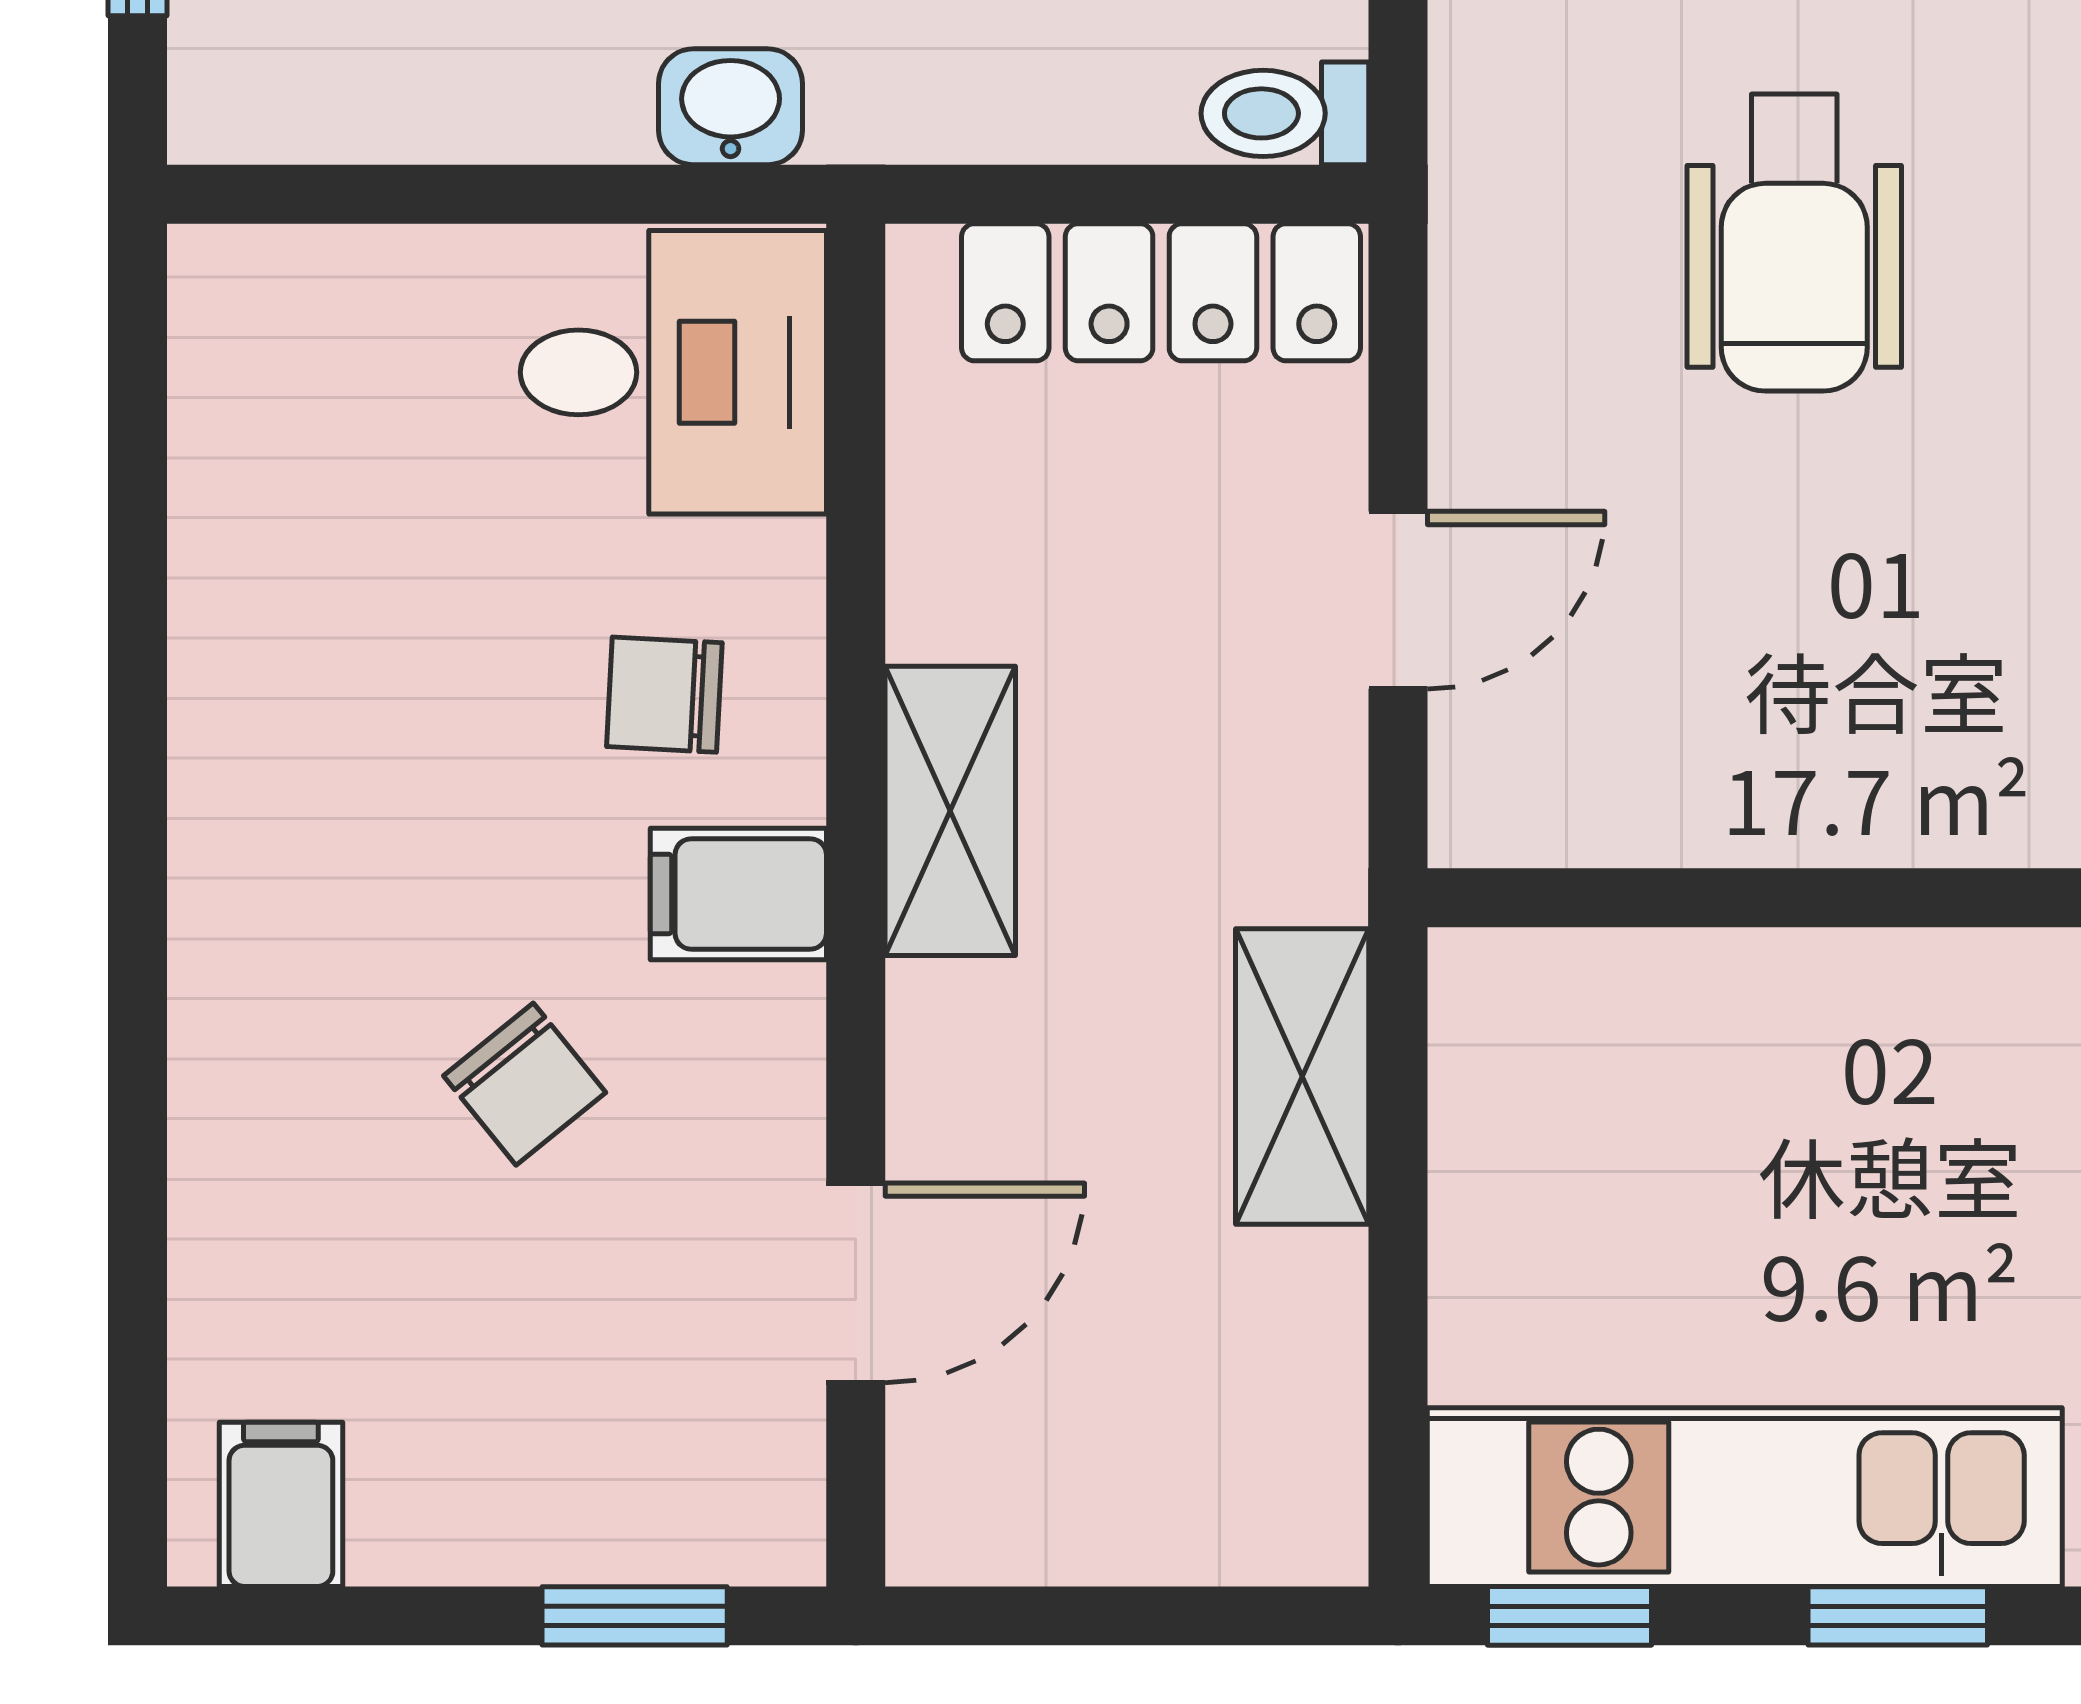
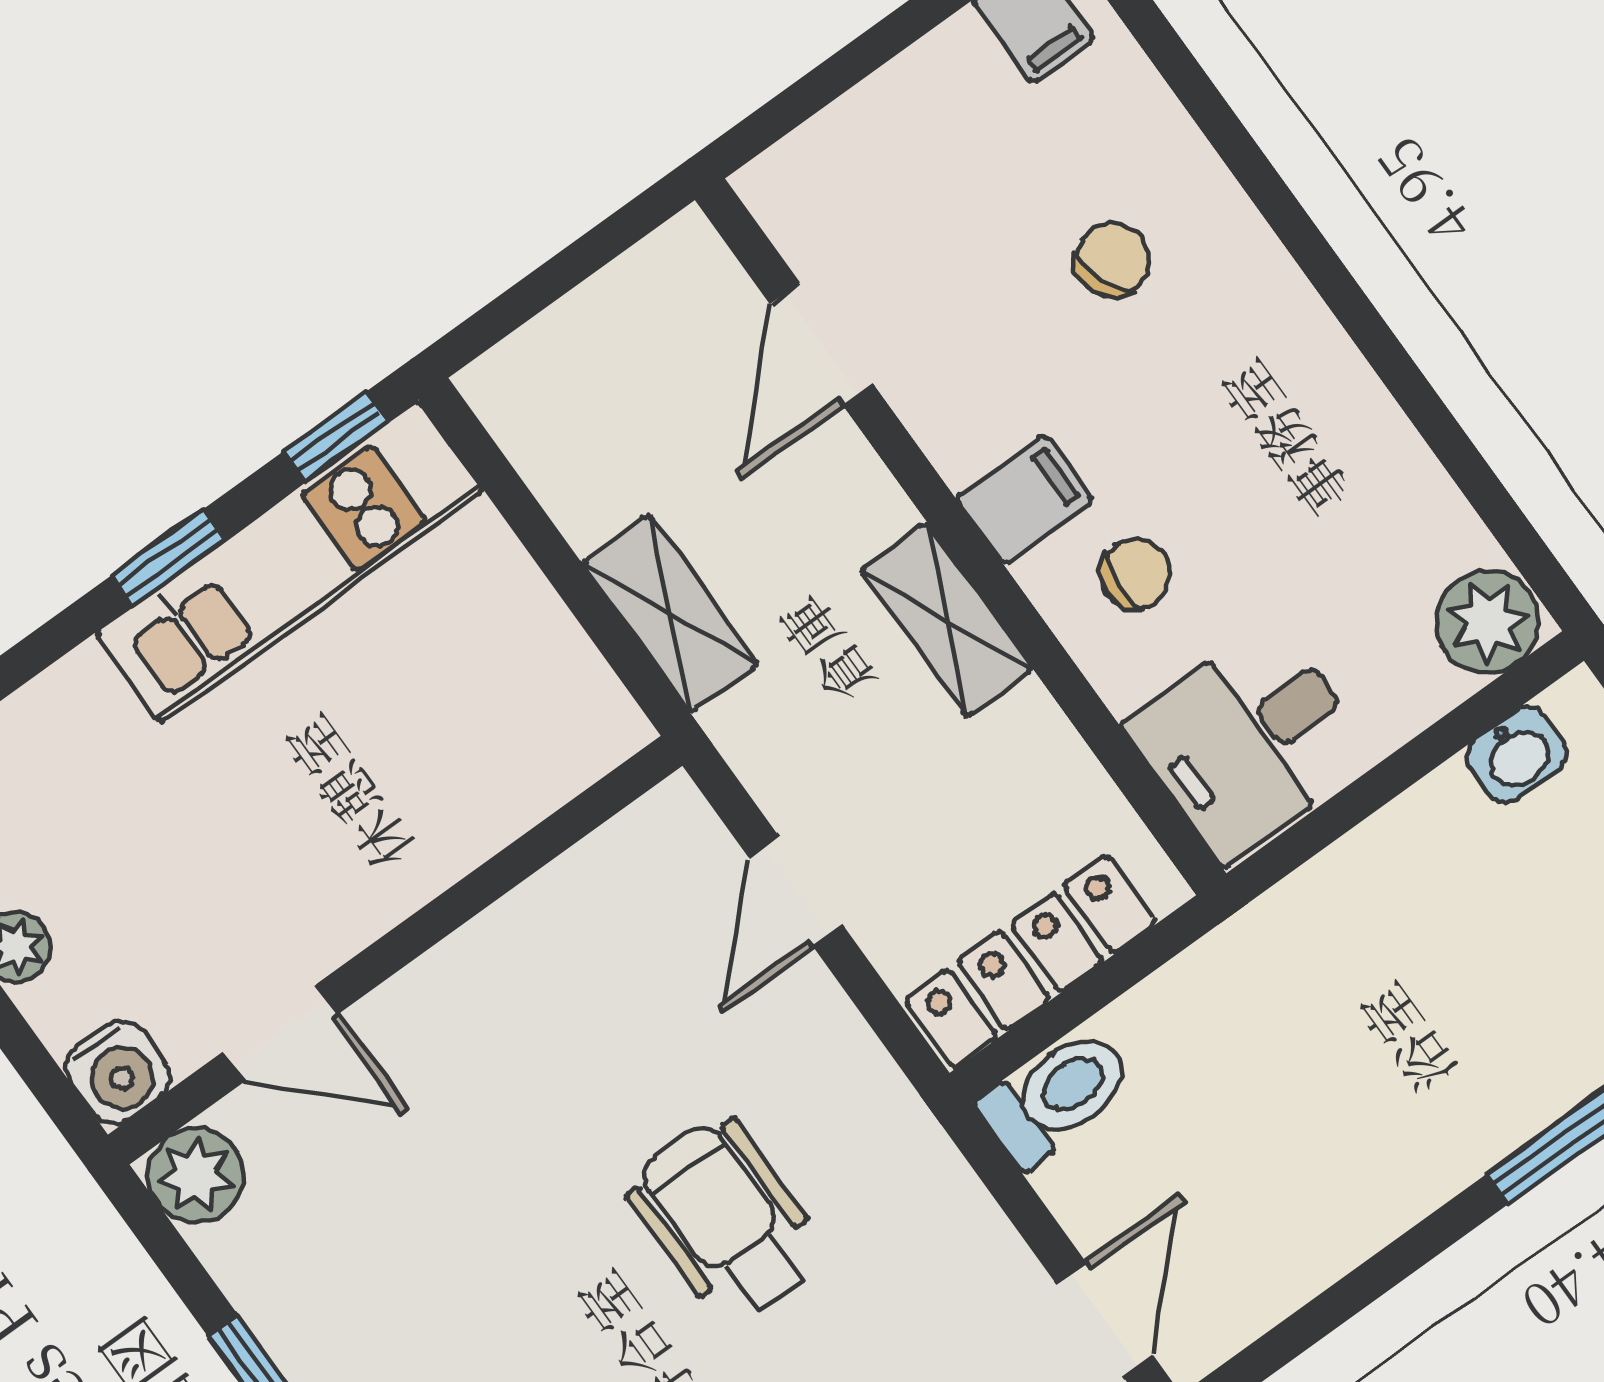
washbasin: (731, 107) -> (1517, 754), moved
toilet: (1285, 113) -> (1056, 1096), width x1.37, depth x1.39
plant: (255, 305) -> (1488, 622), added
chair: (525, 1084) -> (1112, 260), moved, turned 107
window: (635, 1616) -> (812, 93), removed

